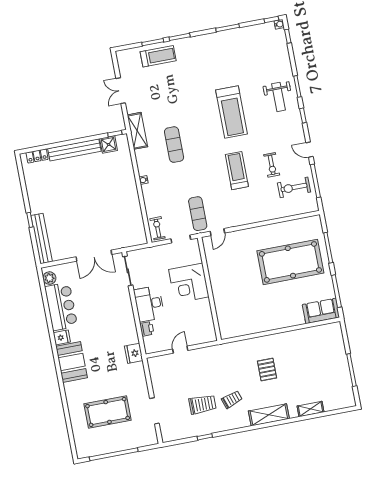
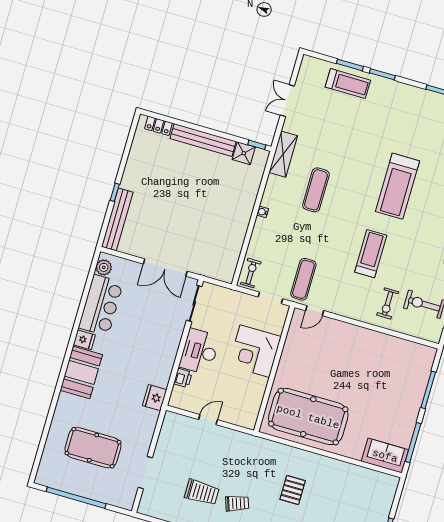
exercise bike: (272, 165) -> (388, 303), moved
pool table: (290, 262) -> (308, 417), moved

